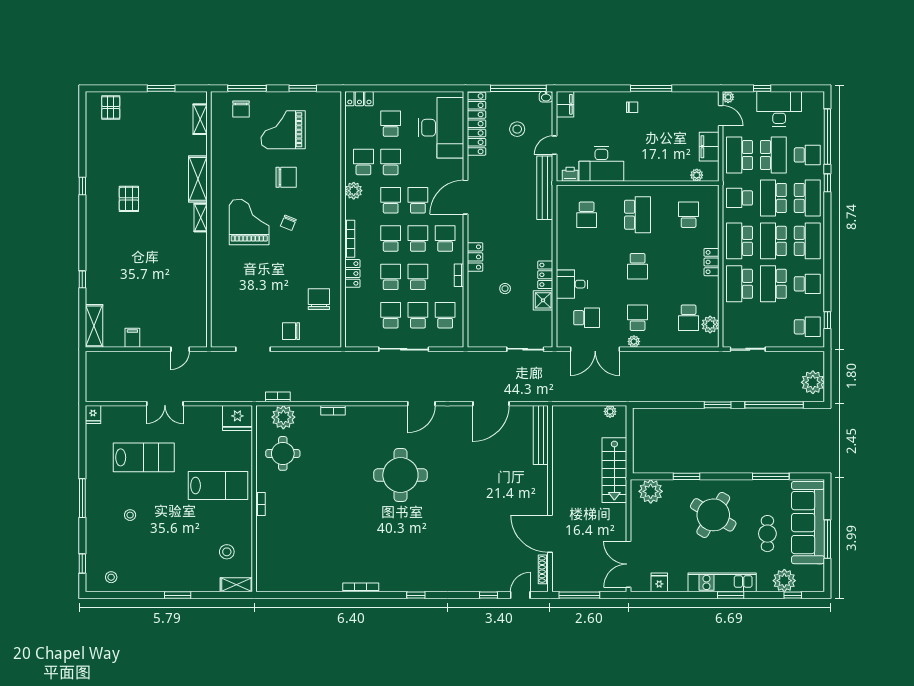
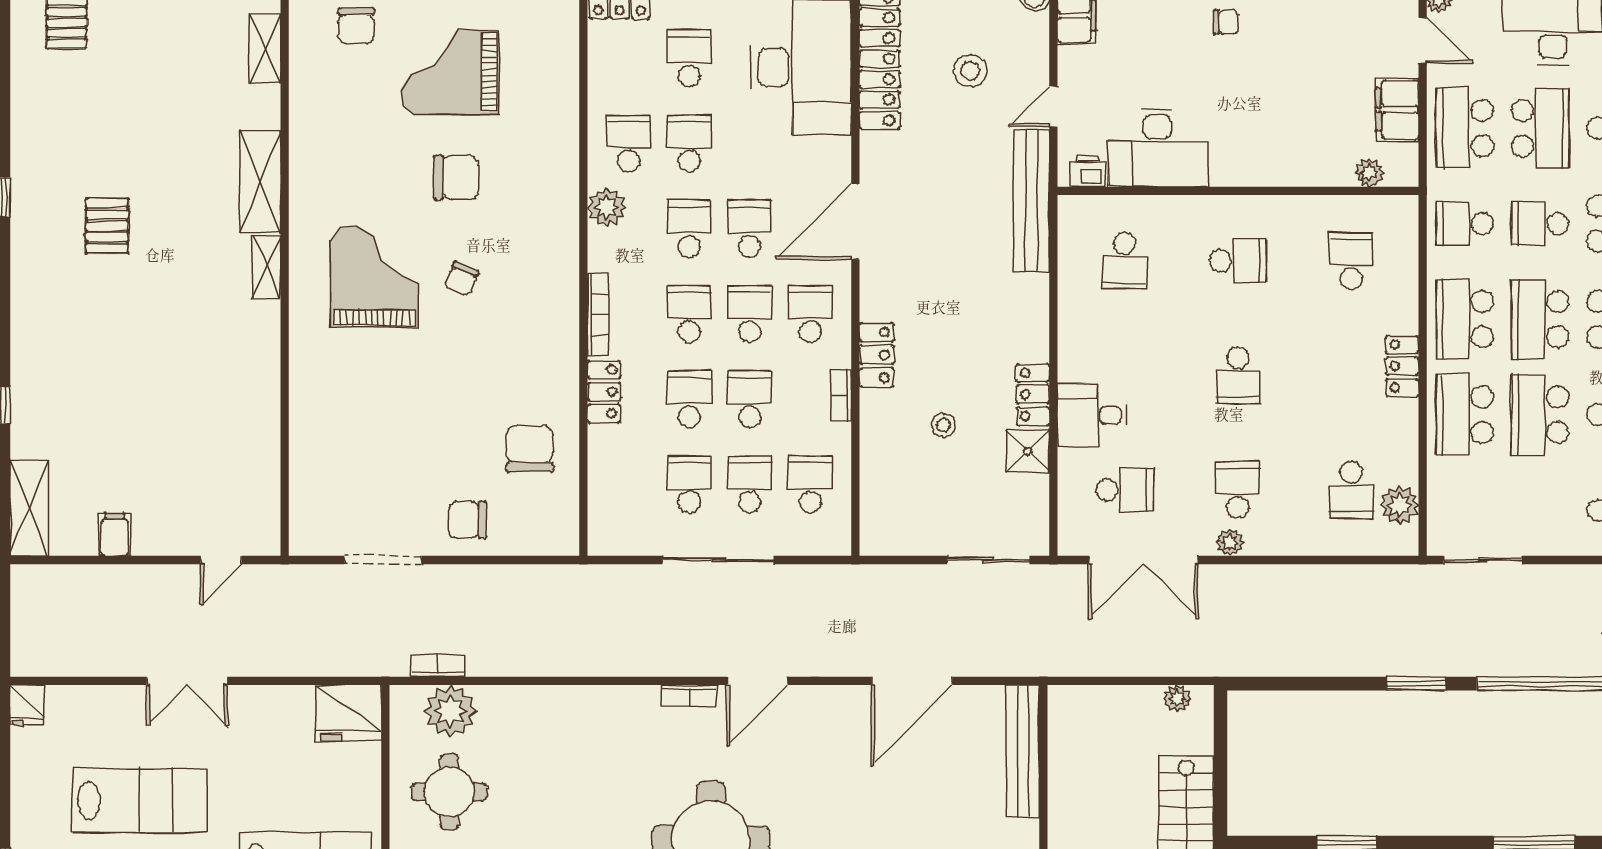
school desk: (773, 198) -> (1540, 224), width x0.54
school desk: (638, 215) -> (1238, 261), width x0.54
bookcase: (333, 410) -> (690, 696), moved

